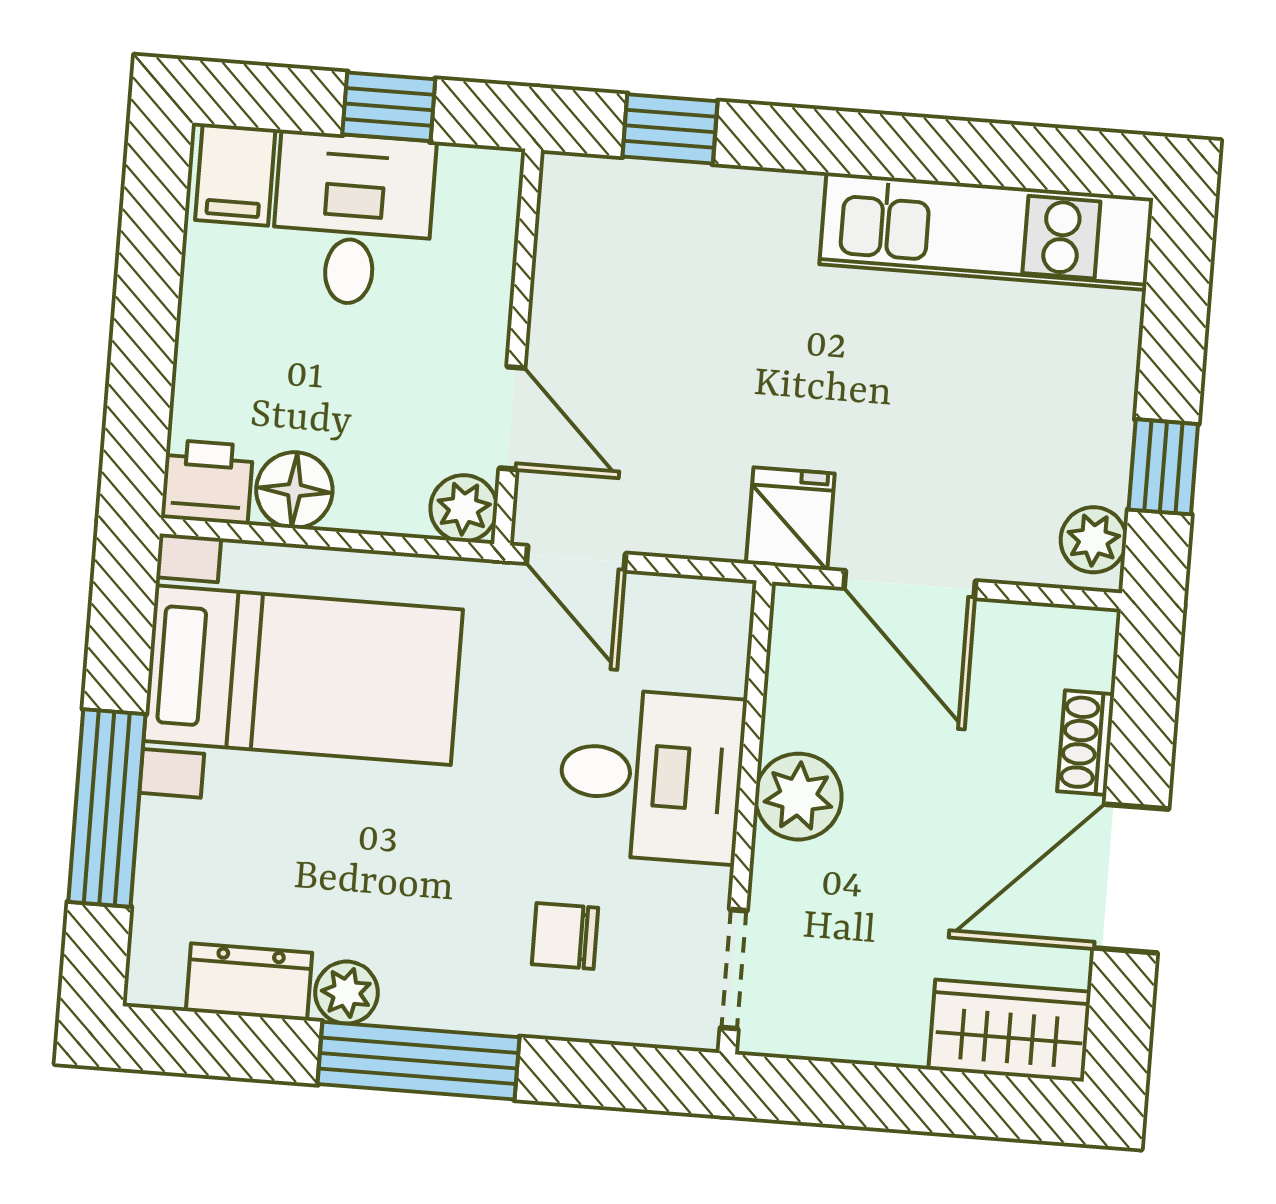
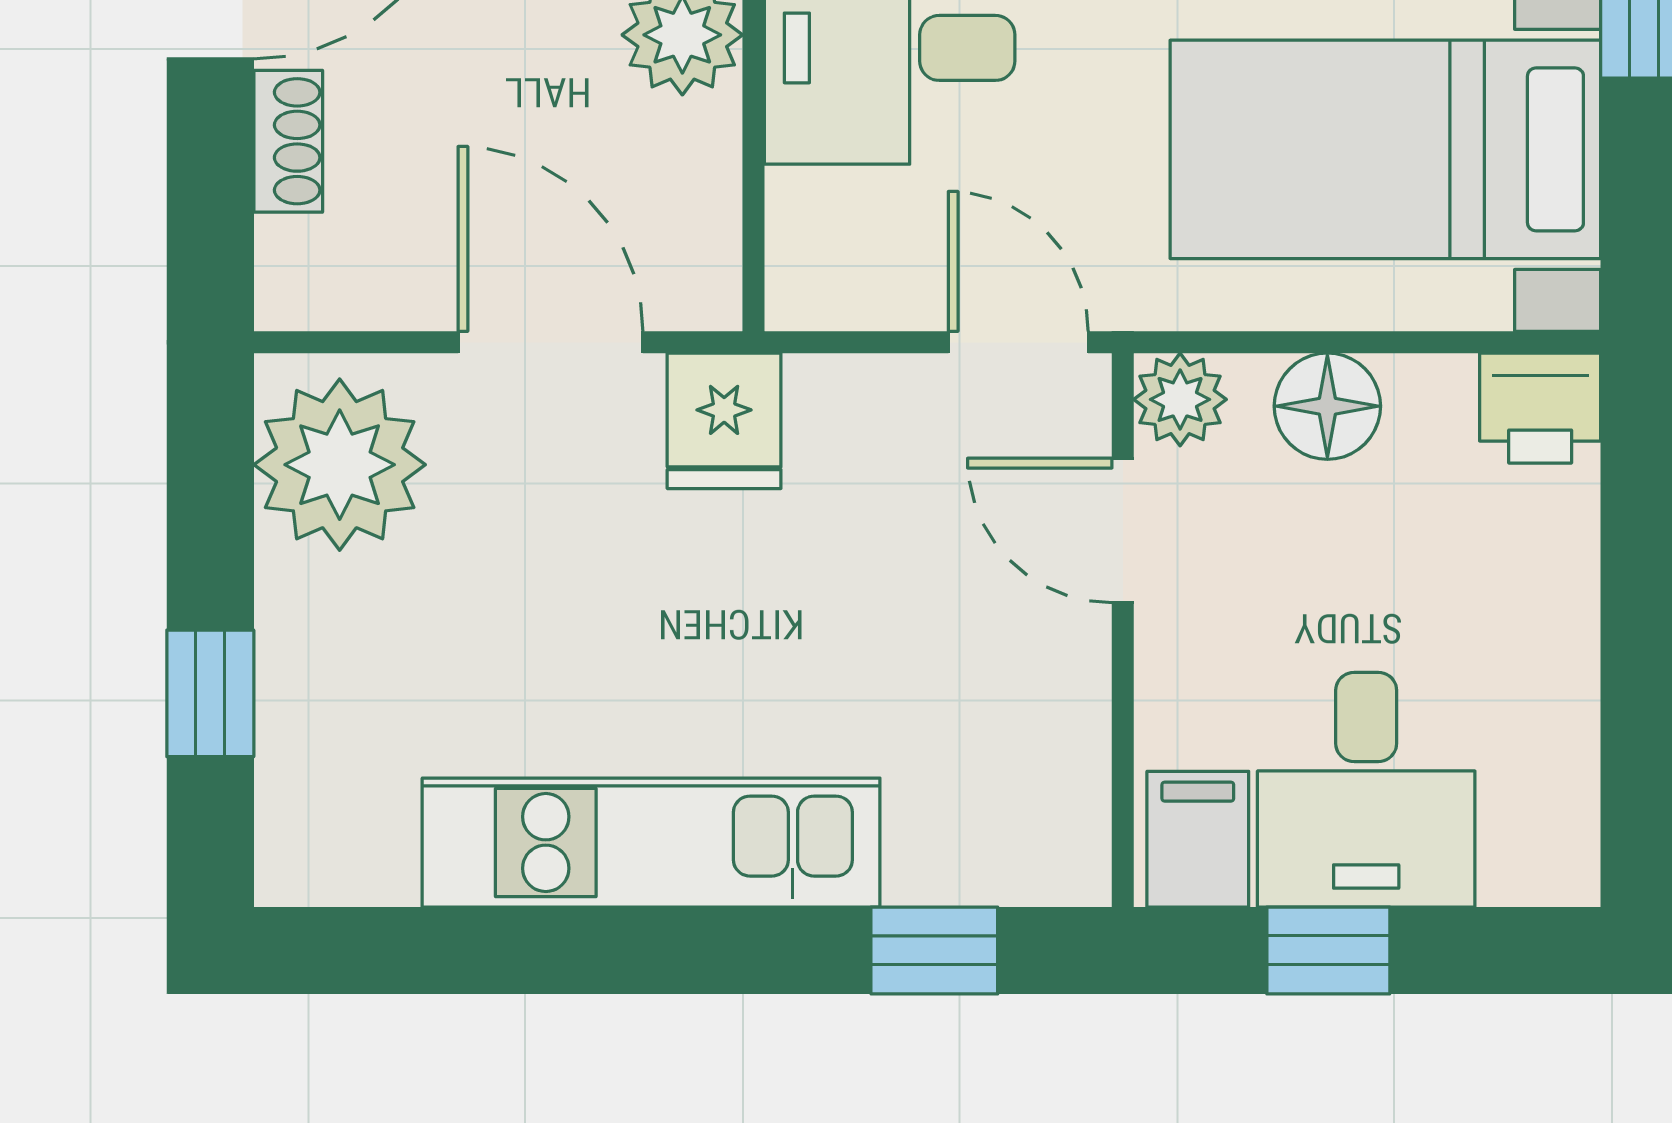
filing cabinet: (235, 175) -> (1198, 839), moved
kitchen unit: (986, 231) -> (651, 843), moved
window: (1163, 467) -> (210, 693), moved
floor lamp: (294, 490) -> (1327, 406), moved
plant: (1093, 540) -> (340, 465), width x1.87, depth x1.87

